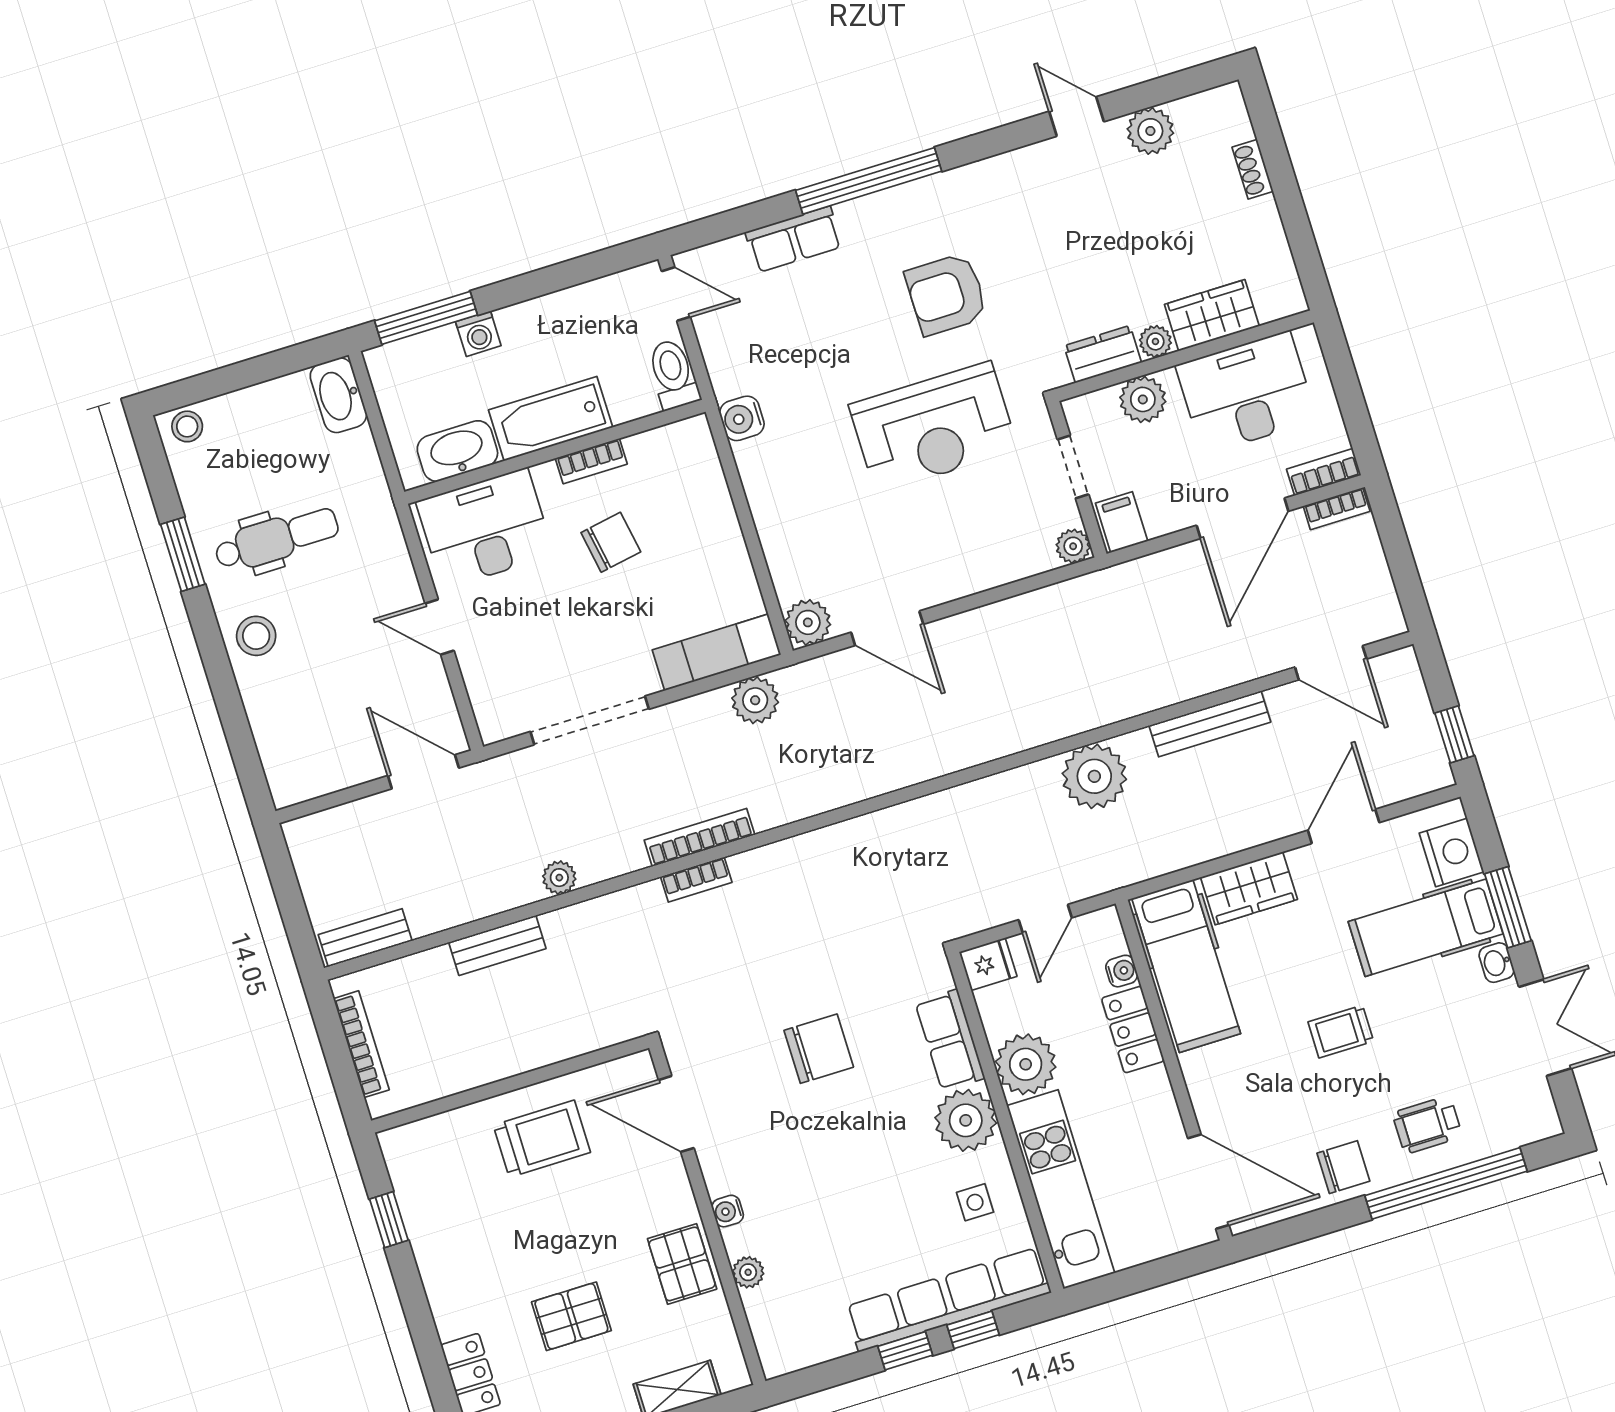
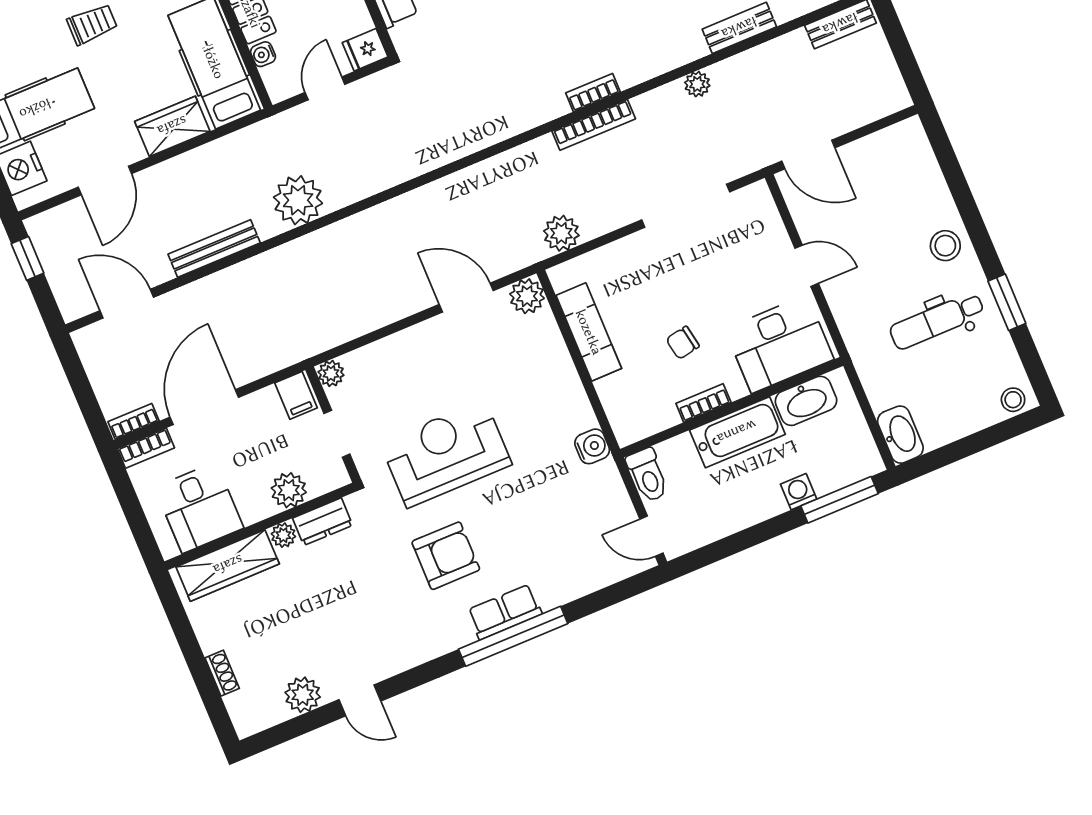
row of seats: (794, 239) -> (505, 612), moved
wardrobe: (1212, 315) -> (228, 565), width x1.50
desk: (1246, 393) -> (199, 508), width x0.73
chair: (611, 542) -> (683, 343), width x0.73, depth x0.73
exam couch: (717, 652) -> (589, 332), moved, turned -90

